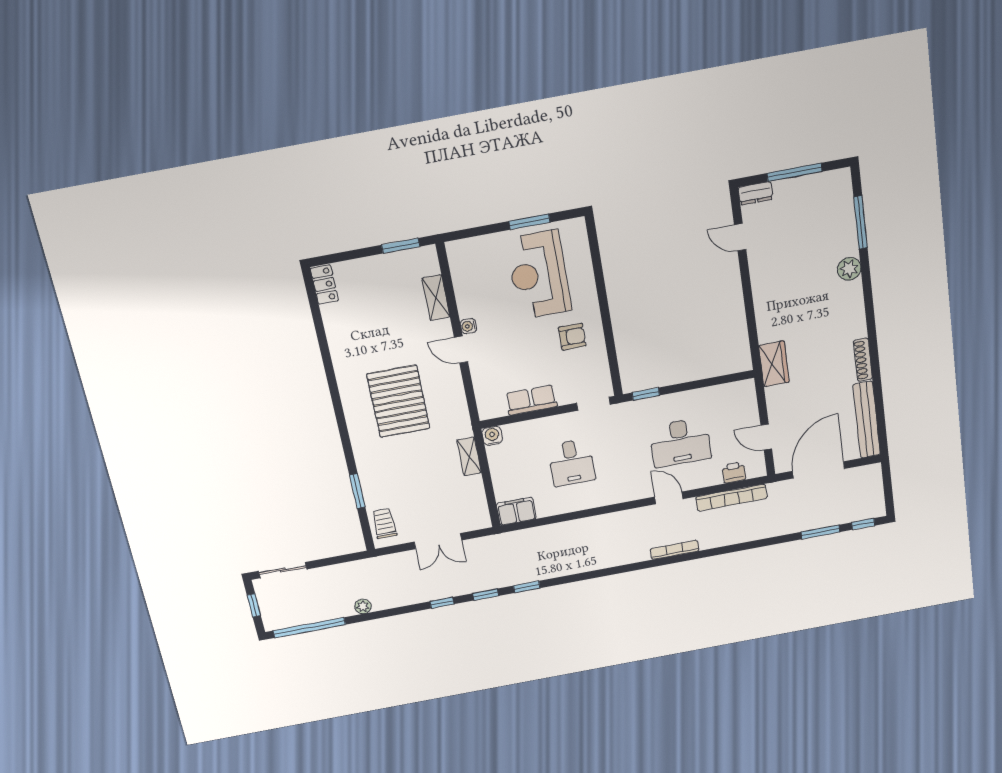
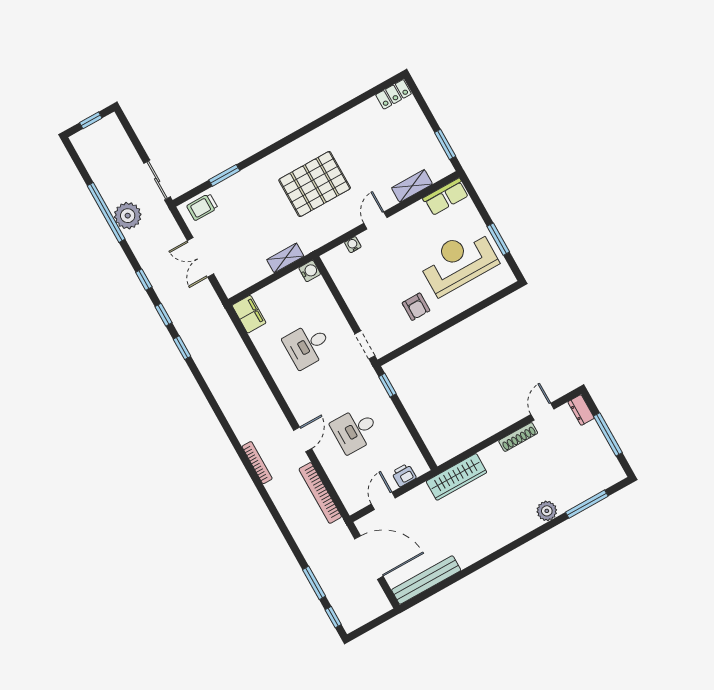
water cooler: (468, 326) -> (353, 245), moved
shoe rack: (863, 360) -> (518, 437), moved, turned 180
wardrobe: (774, 364) -> (456, 477), width x1.50
row of seats: (531, 400) -> (446, 197), moved, turned 90
desk: (680, 442) -> (355, 430), width x0.73
printer: (734, 473) -> (404, 475), moved, turned -90
trolley: (384, 523) -> (202, 207), turned 180
sliding door: (283, 570) -> (157, 180), moved
plant: (363, 606) -> (128, 216), width x1.87, depth x1.87
window: (309, 628) -> (106, 212), moved

